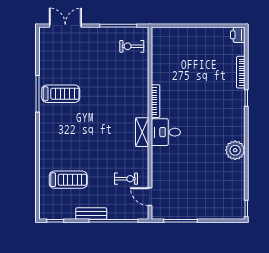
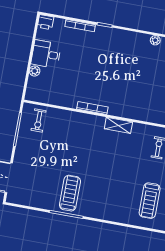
plant: (184, 33) -> (35, 71), added
desk: (166, 132) -> (46, 54), moved, turned 90
plant: (235, 150) -> (155, 40), width x0.53, depth x0.53
treadmill: (68, 180) -> (150, 201), turned 180

